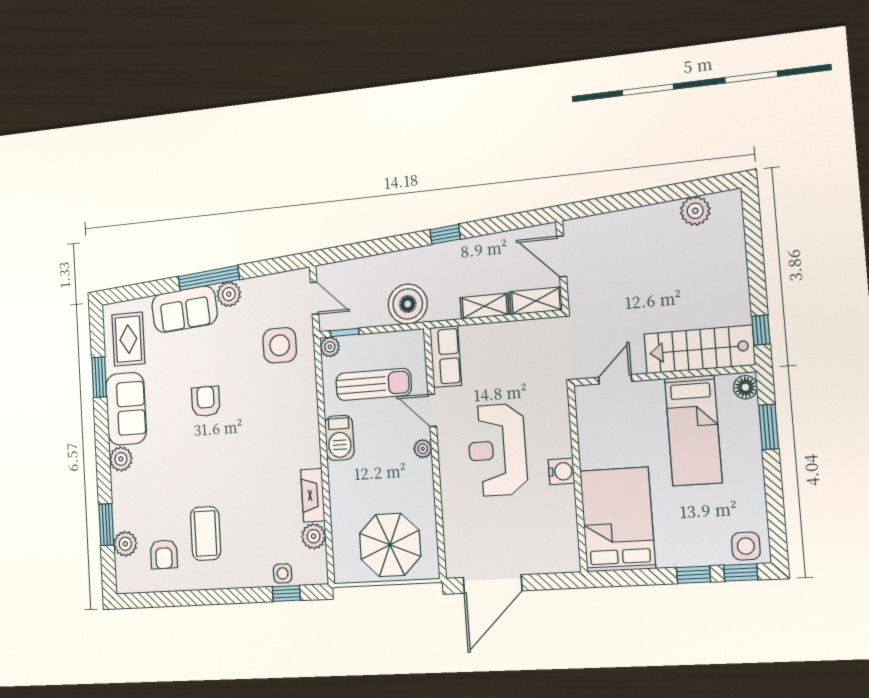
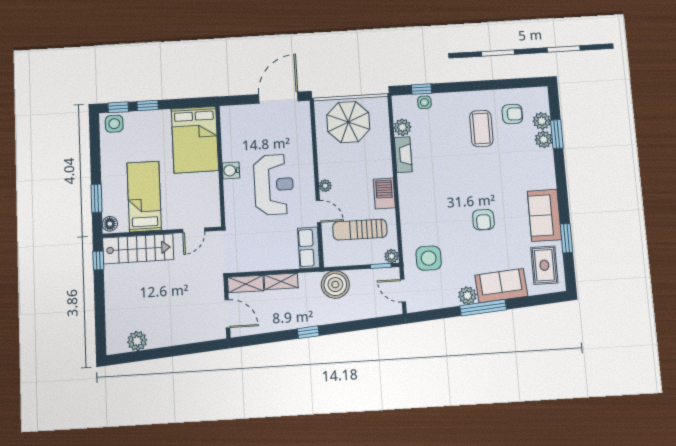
plant: (121, 459) -> (544, 139), moved
armchair: (164, 554) -> (512, 114), turned 90

